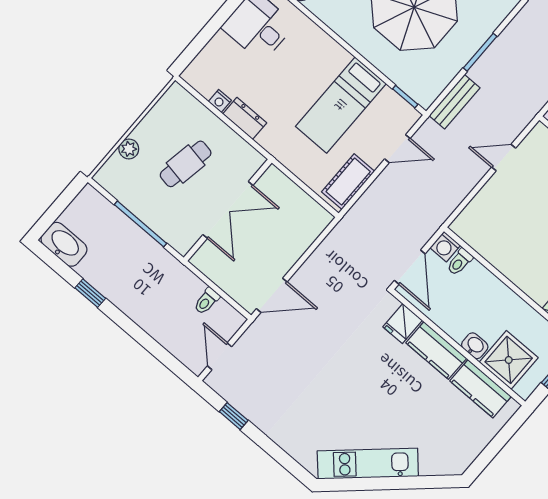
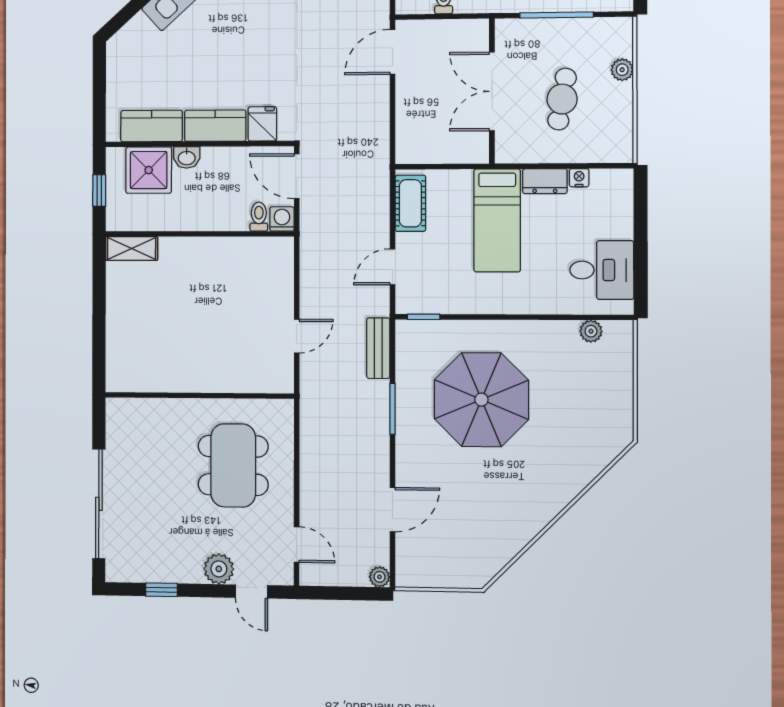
bed: (341, 105) -> (497, 220), moved, turned 180

